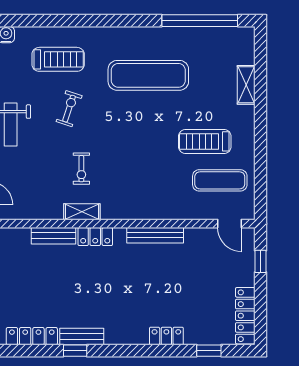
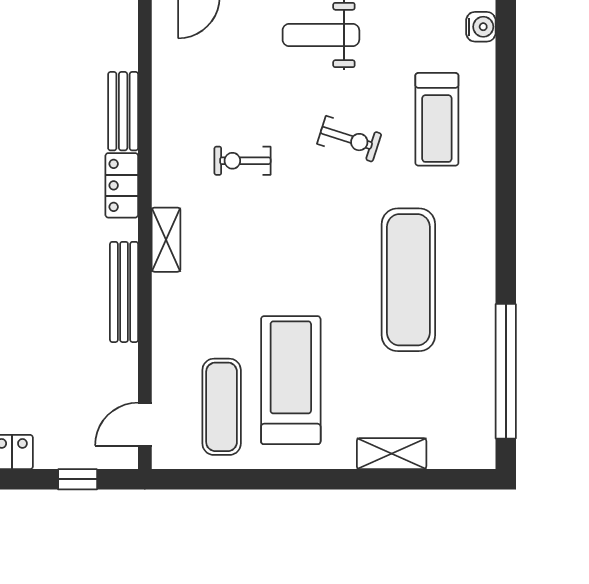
treadmill: (205, 141) -> (291, 380), width x1.37, depth x1.38
shelving: (82, 212) -> (166, 240), moved

